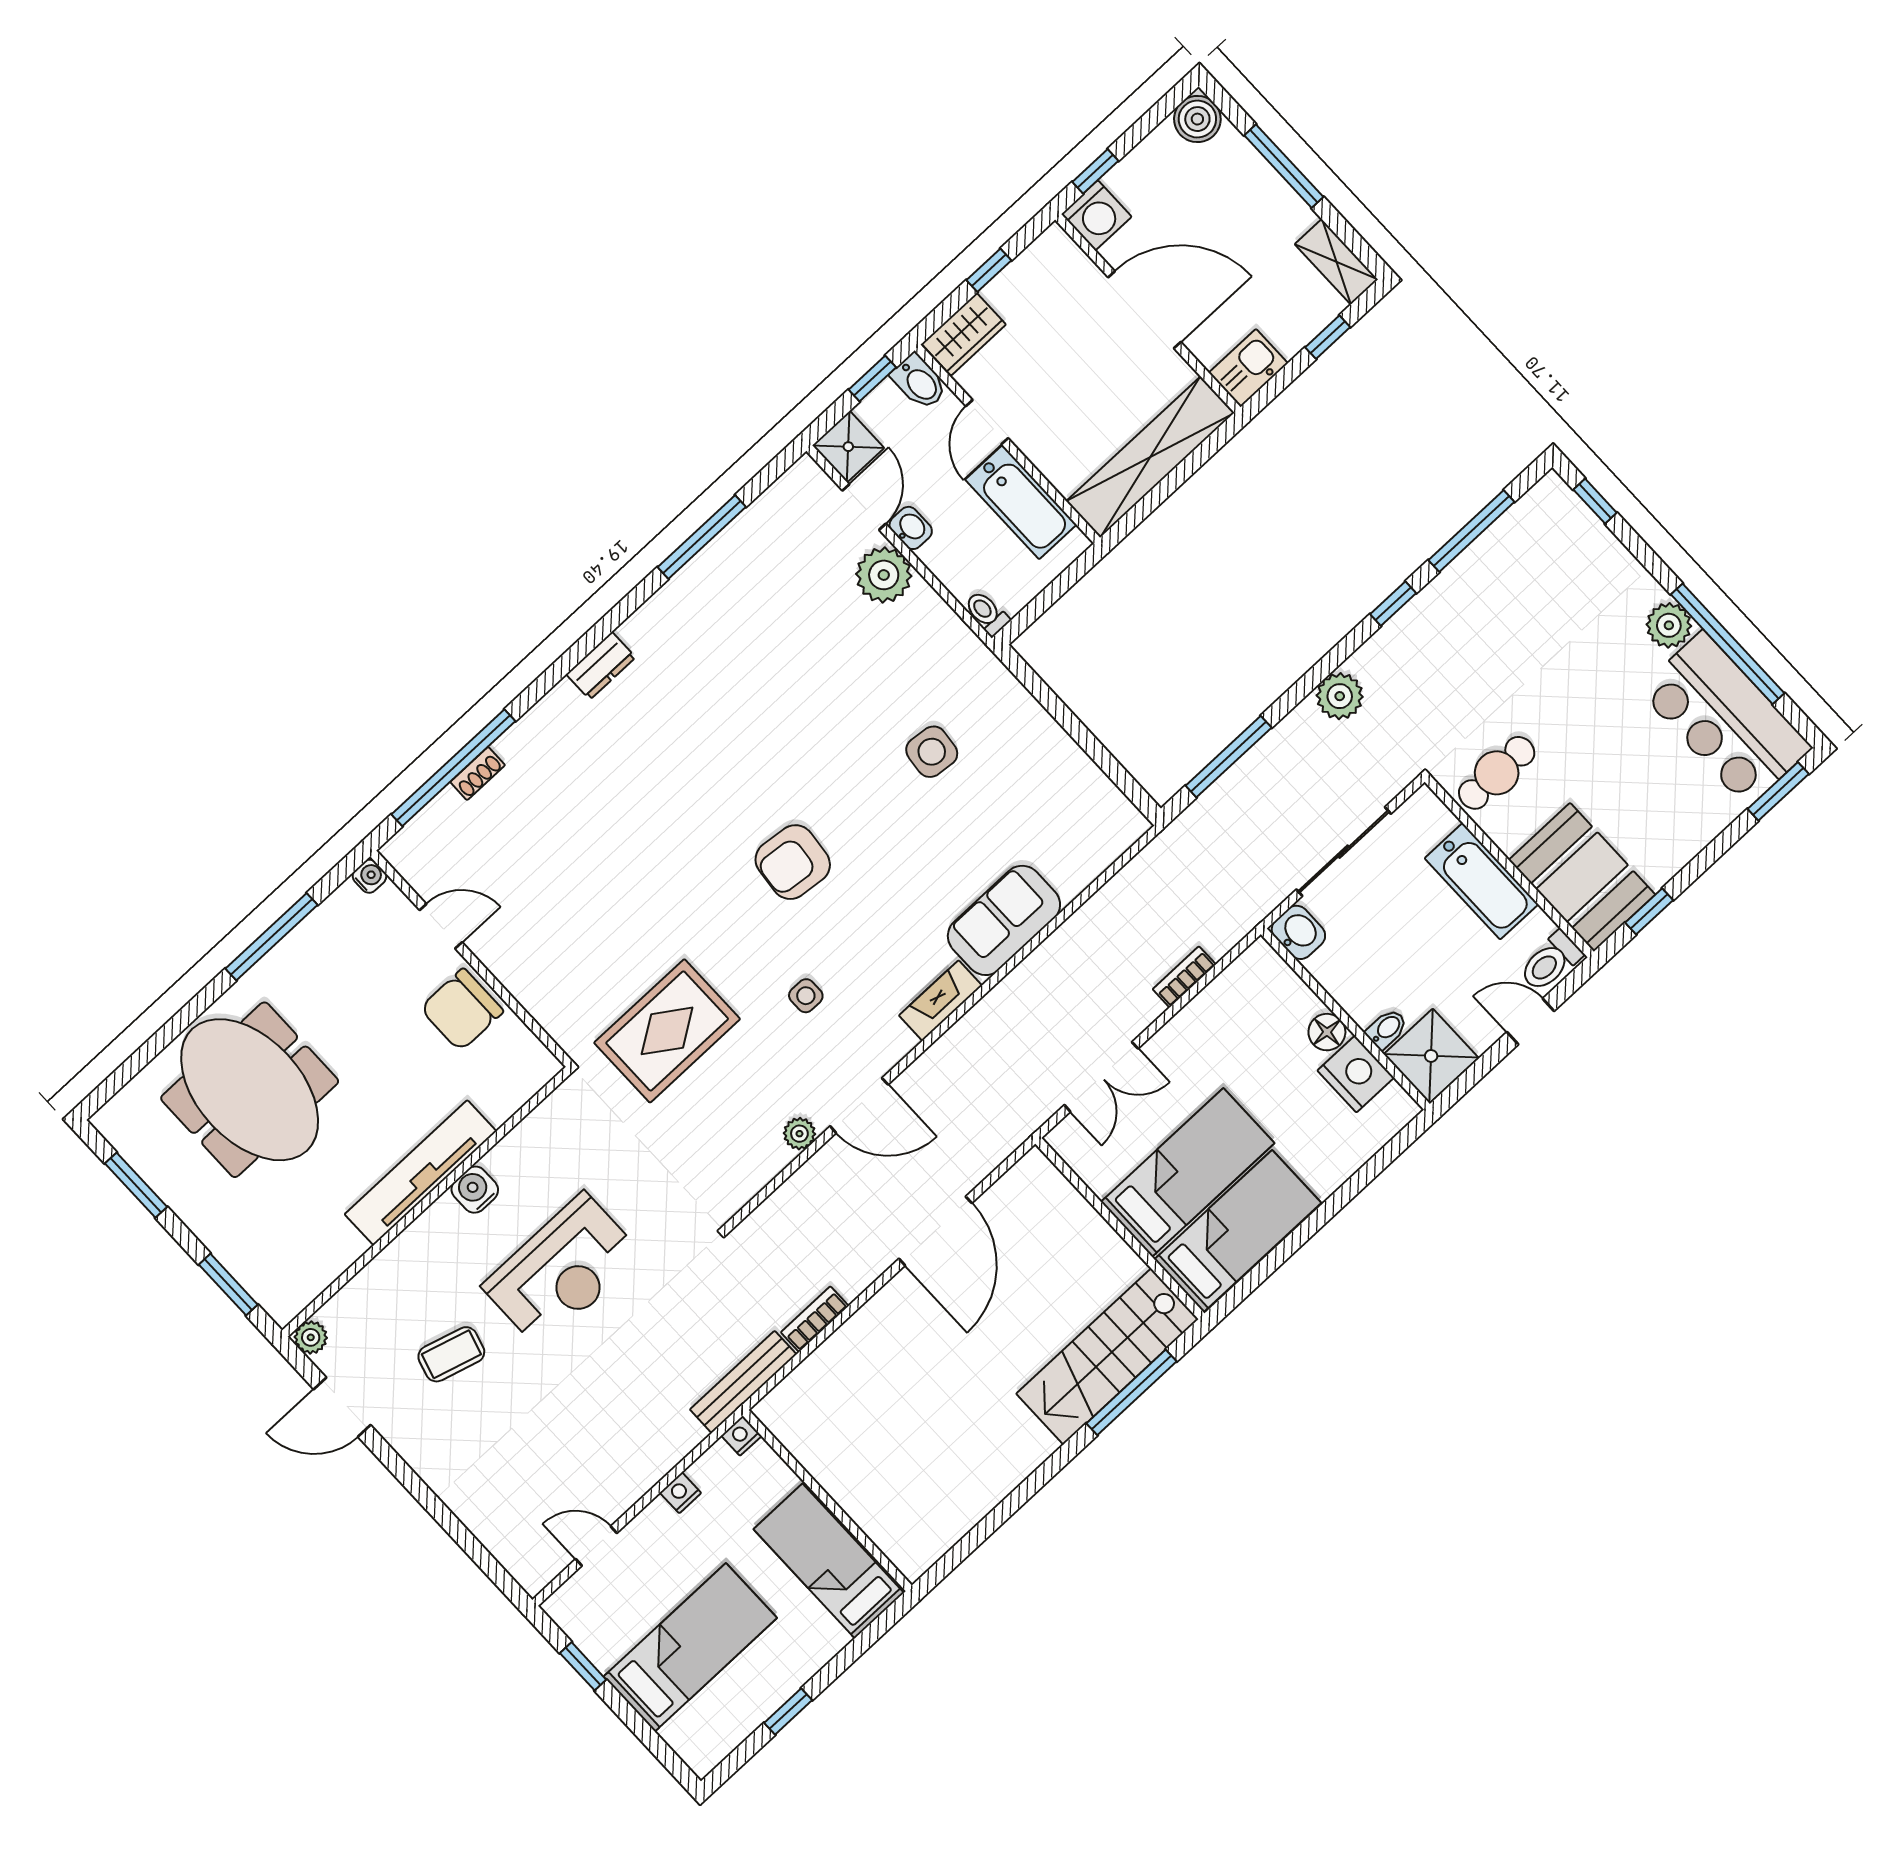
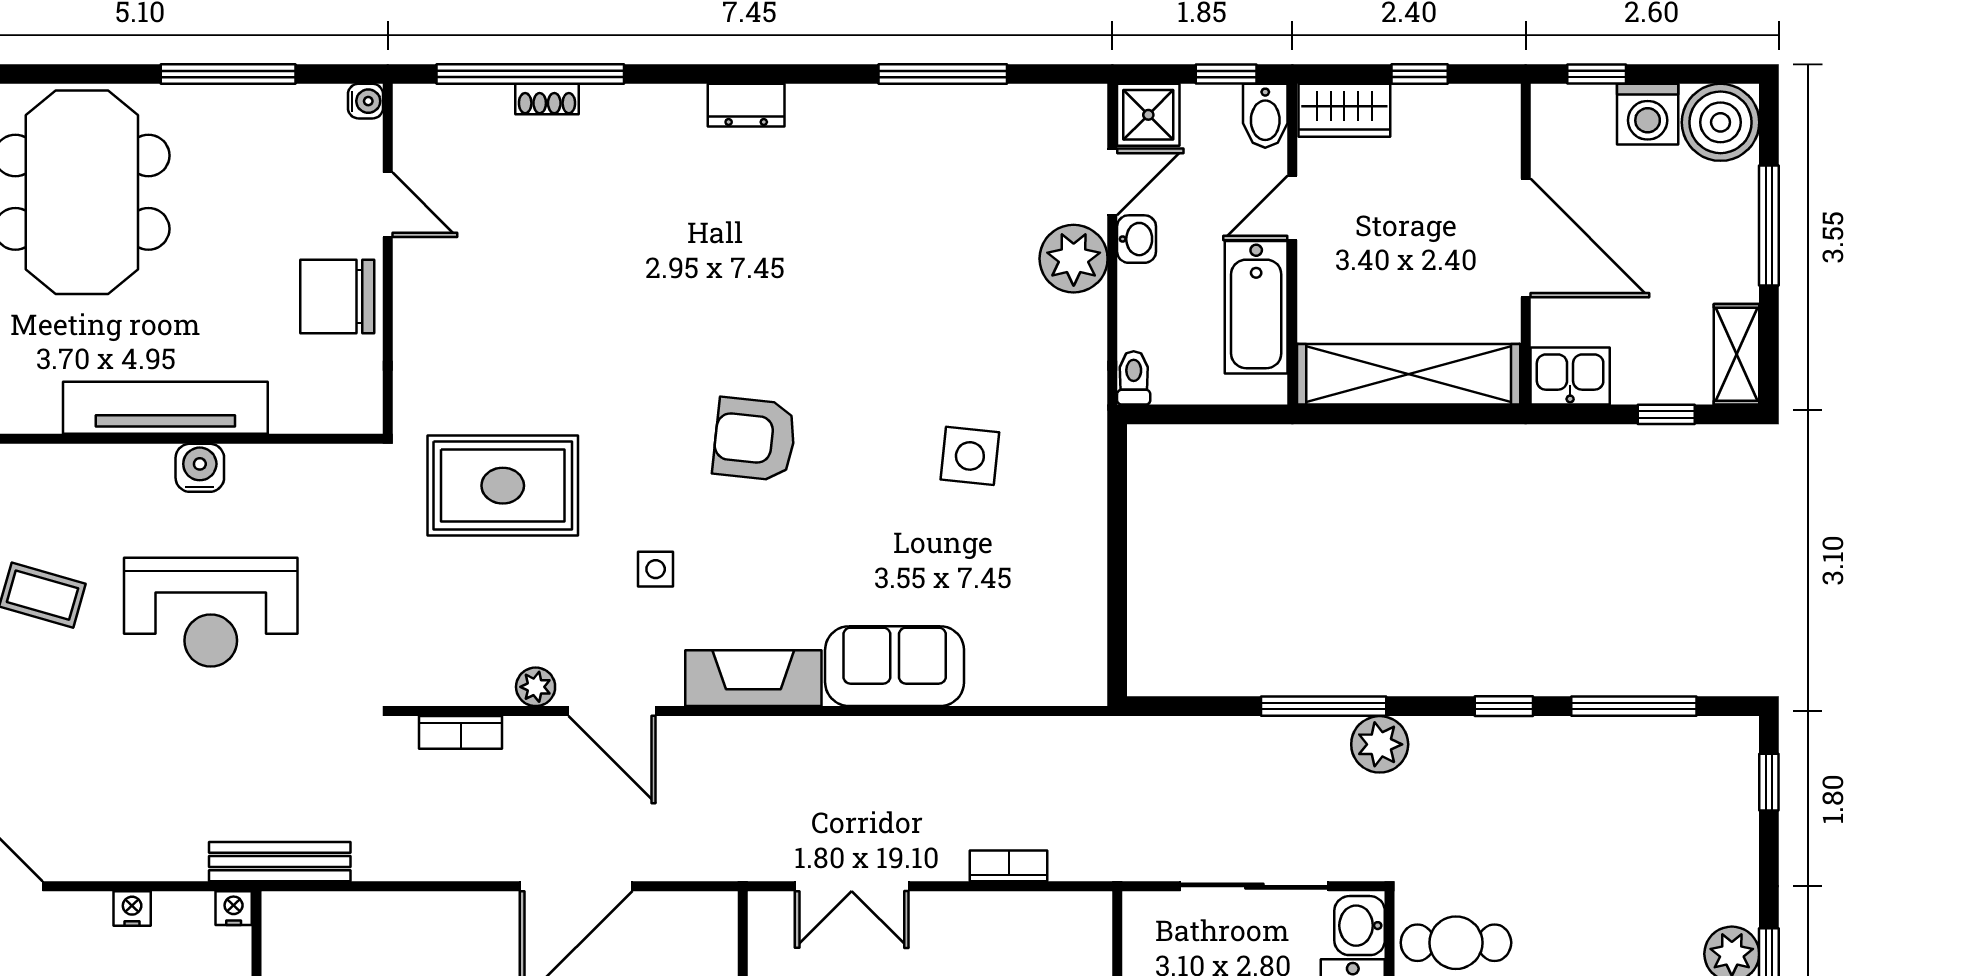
boiler: (1197, 119) -> (1721, 122), width x1.37, depth x1.37
washing machine: (1096, 215) -> (1648, 114), moved
window: (1229, 757) -> (1324, 706), moved
washbasin: (1298, 932) -> (1360, 926), moved, turned 180
fireplace: (941, 1001) -> (753, 678), width x1.37, depth x1.32
bookcase: (815, 1319) -> (461, 732), moved, turned 180

